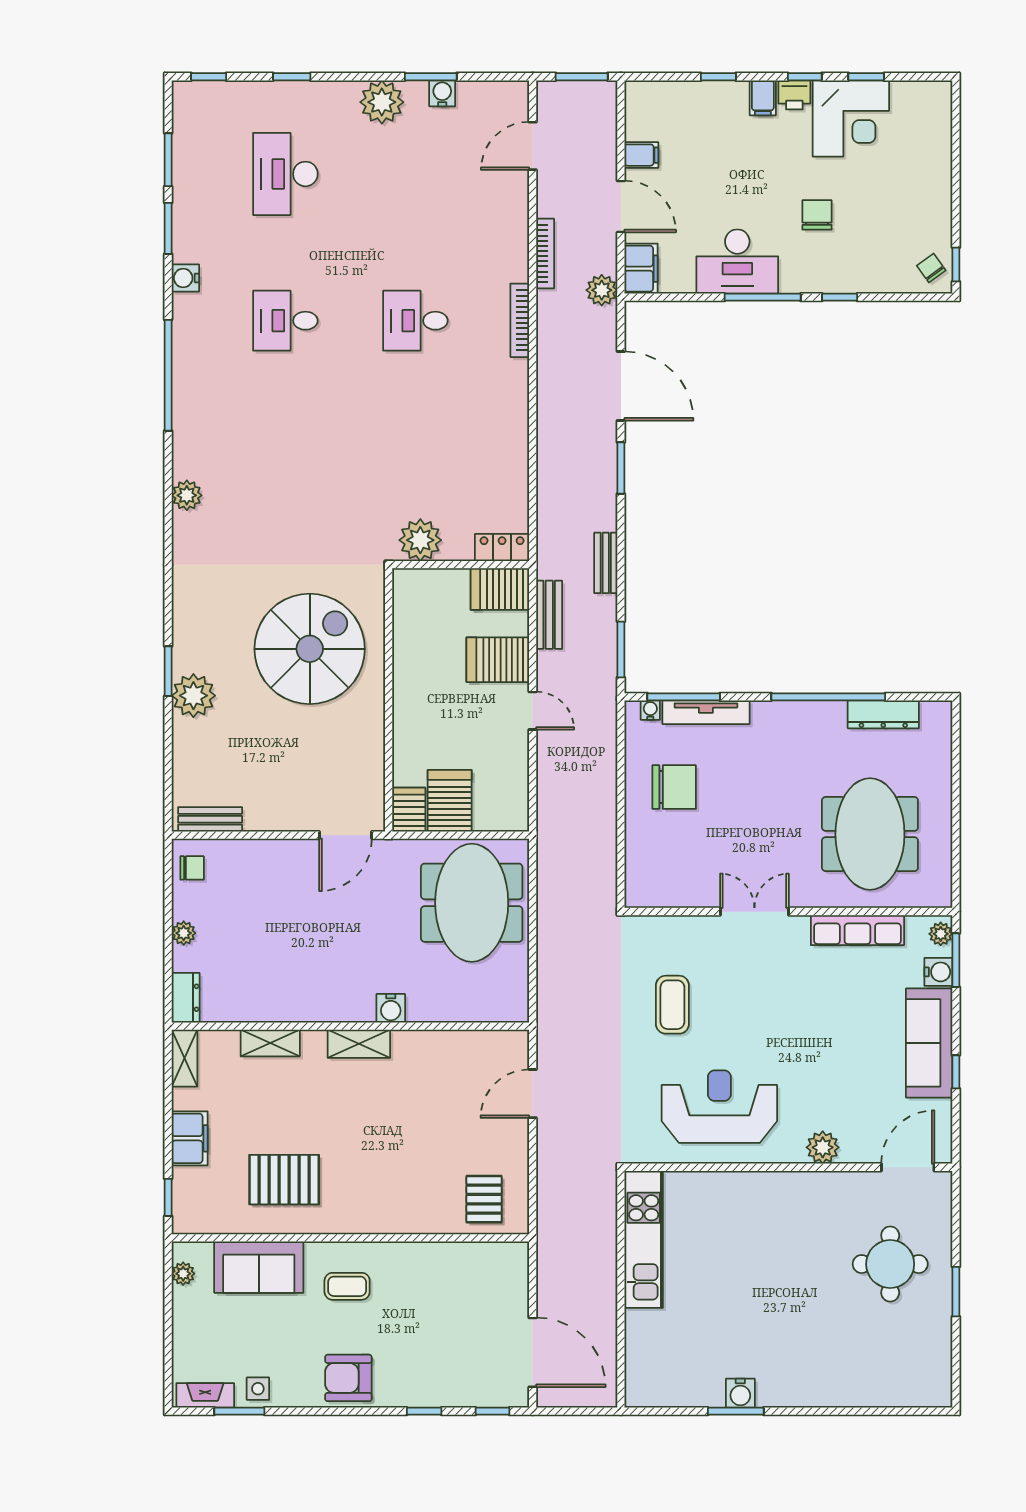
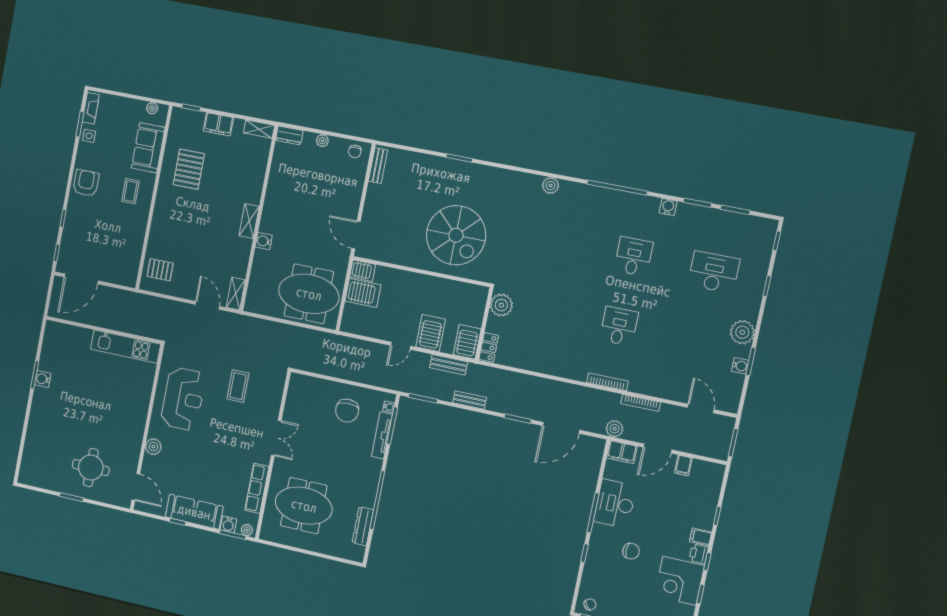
plant: (193, 696) -> (444, 169), removed
coffee table: (672, 1005) -> (238, 386), turned 90
shelving: (270, 1043) -> (236, 294), moved

